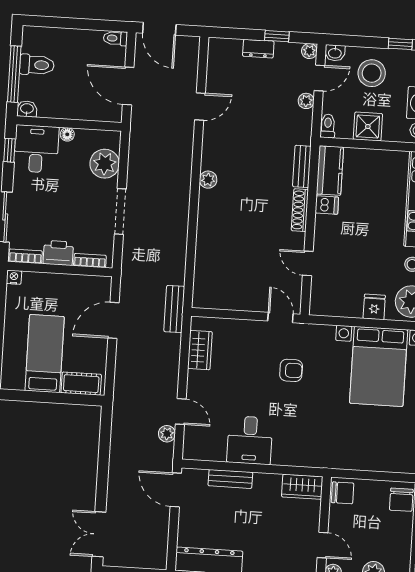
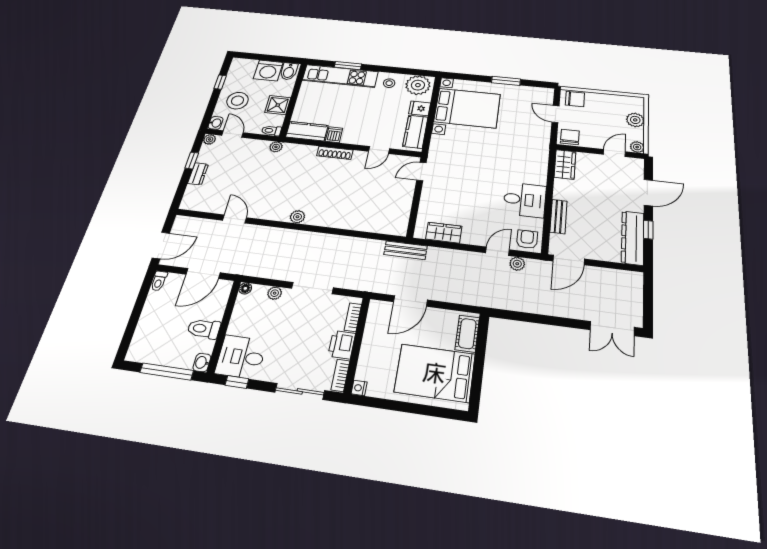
toilet: (37, 65) -> (204, 329), moved, turned -90
plant: (306, 101) -> (276, 147), moved
floor lamp: (67, 134) -> (245, 288), moved
plant: (105, 164) -> (275, 293), width x0.53, depth x0.53
bench: (302, 166) -> (300, 150), removed
kitchen counter: (338, 305) -> (415, 132), added
door: (113, 320) -> (410, 301), hinge flipped
bed: (45, 354) -> (435, 373), width x1.50
armchair: (291, 370) -> (527, 239), moved
door: (376, 476) -> (556, 114), added

